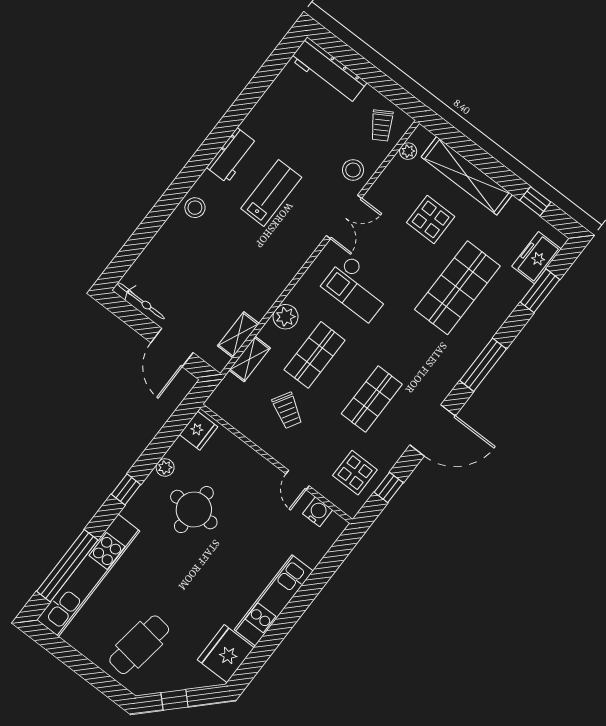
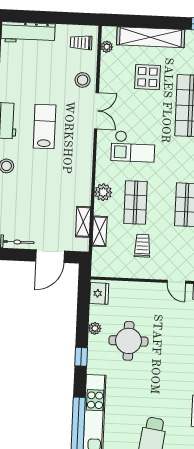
trolley: (382, 125) -> (81, 43), turned 121
door: (172, 348) -> (50, 256), hinge flipped
trolley: (287, 410) -> (142, 246), turned -120

